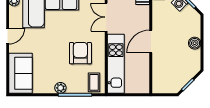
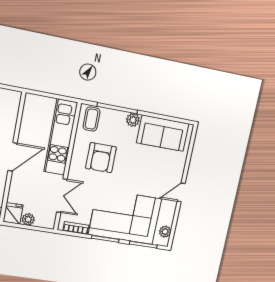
sofa: (21, 73) -> (163, 133), moved, turned -90

